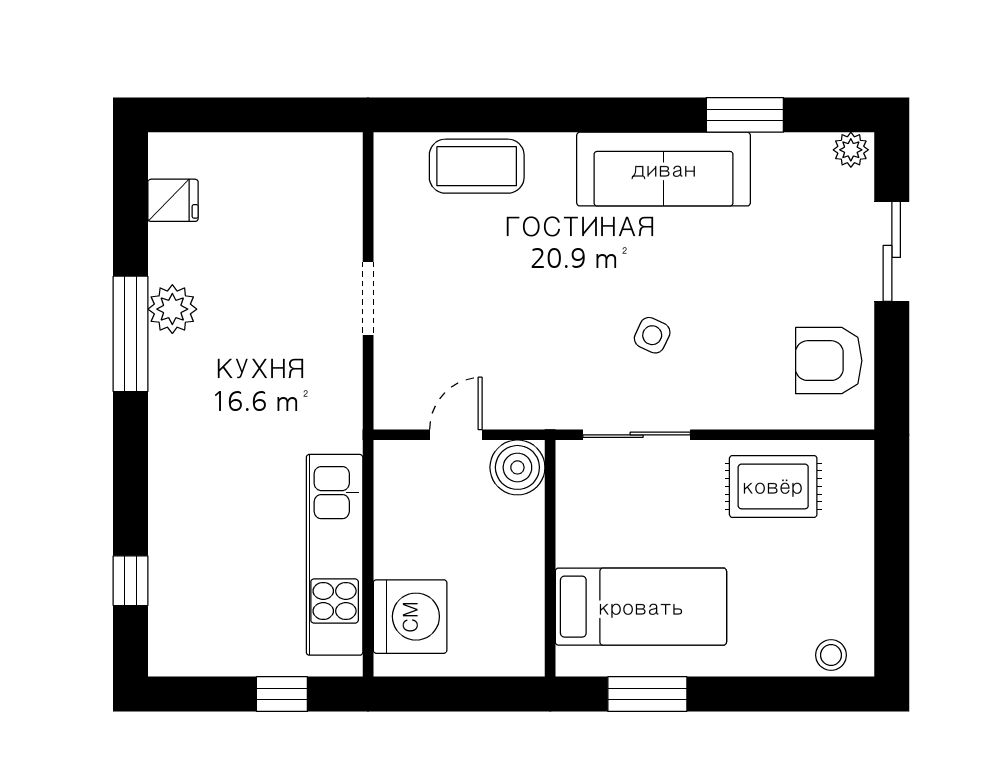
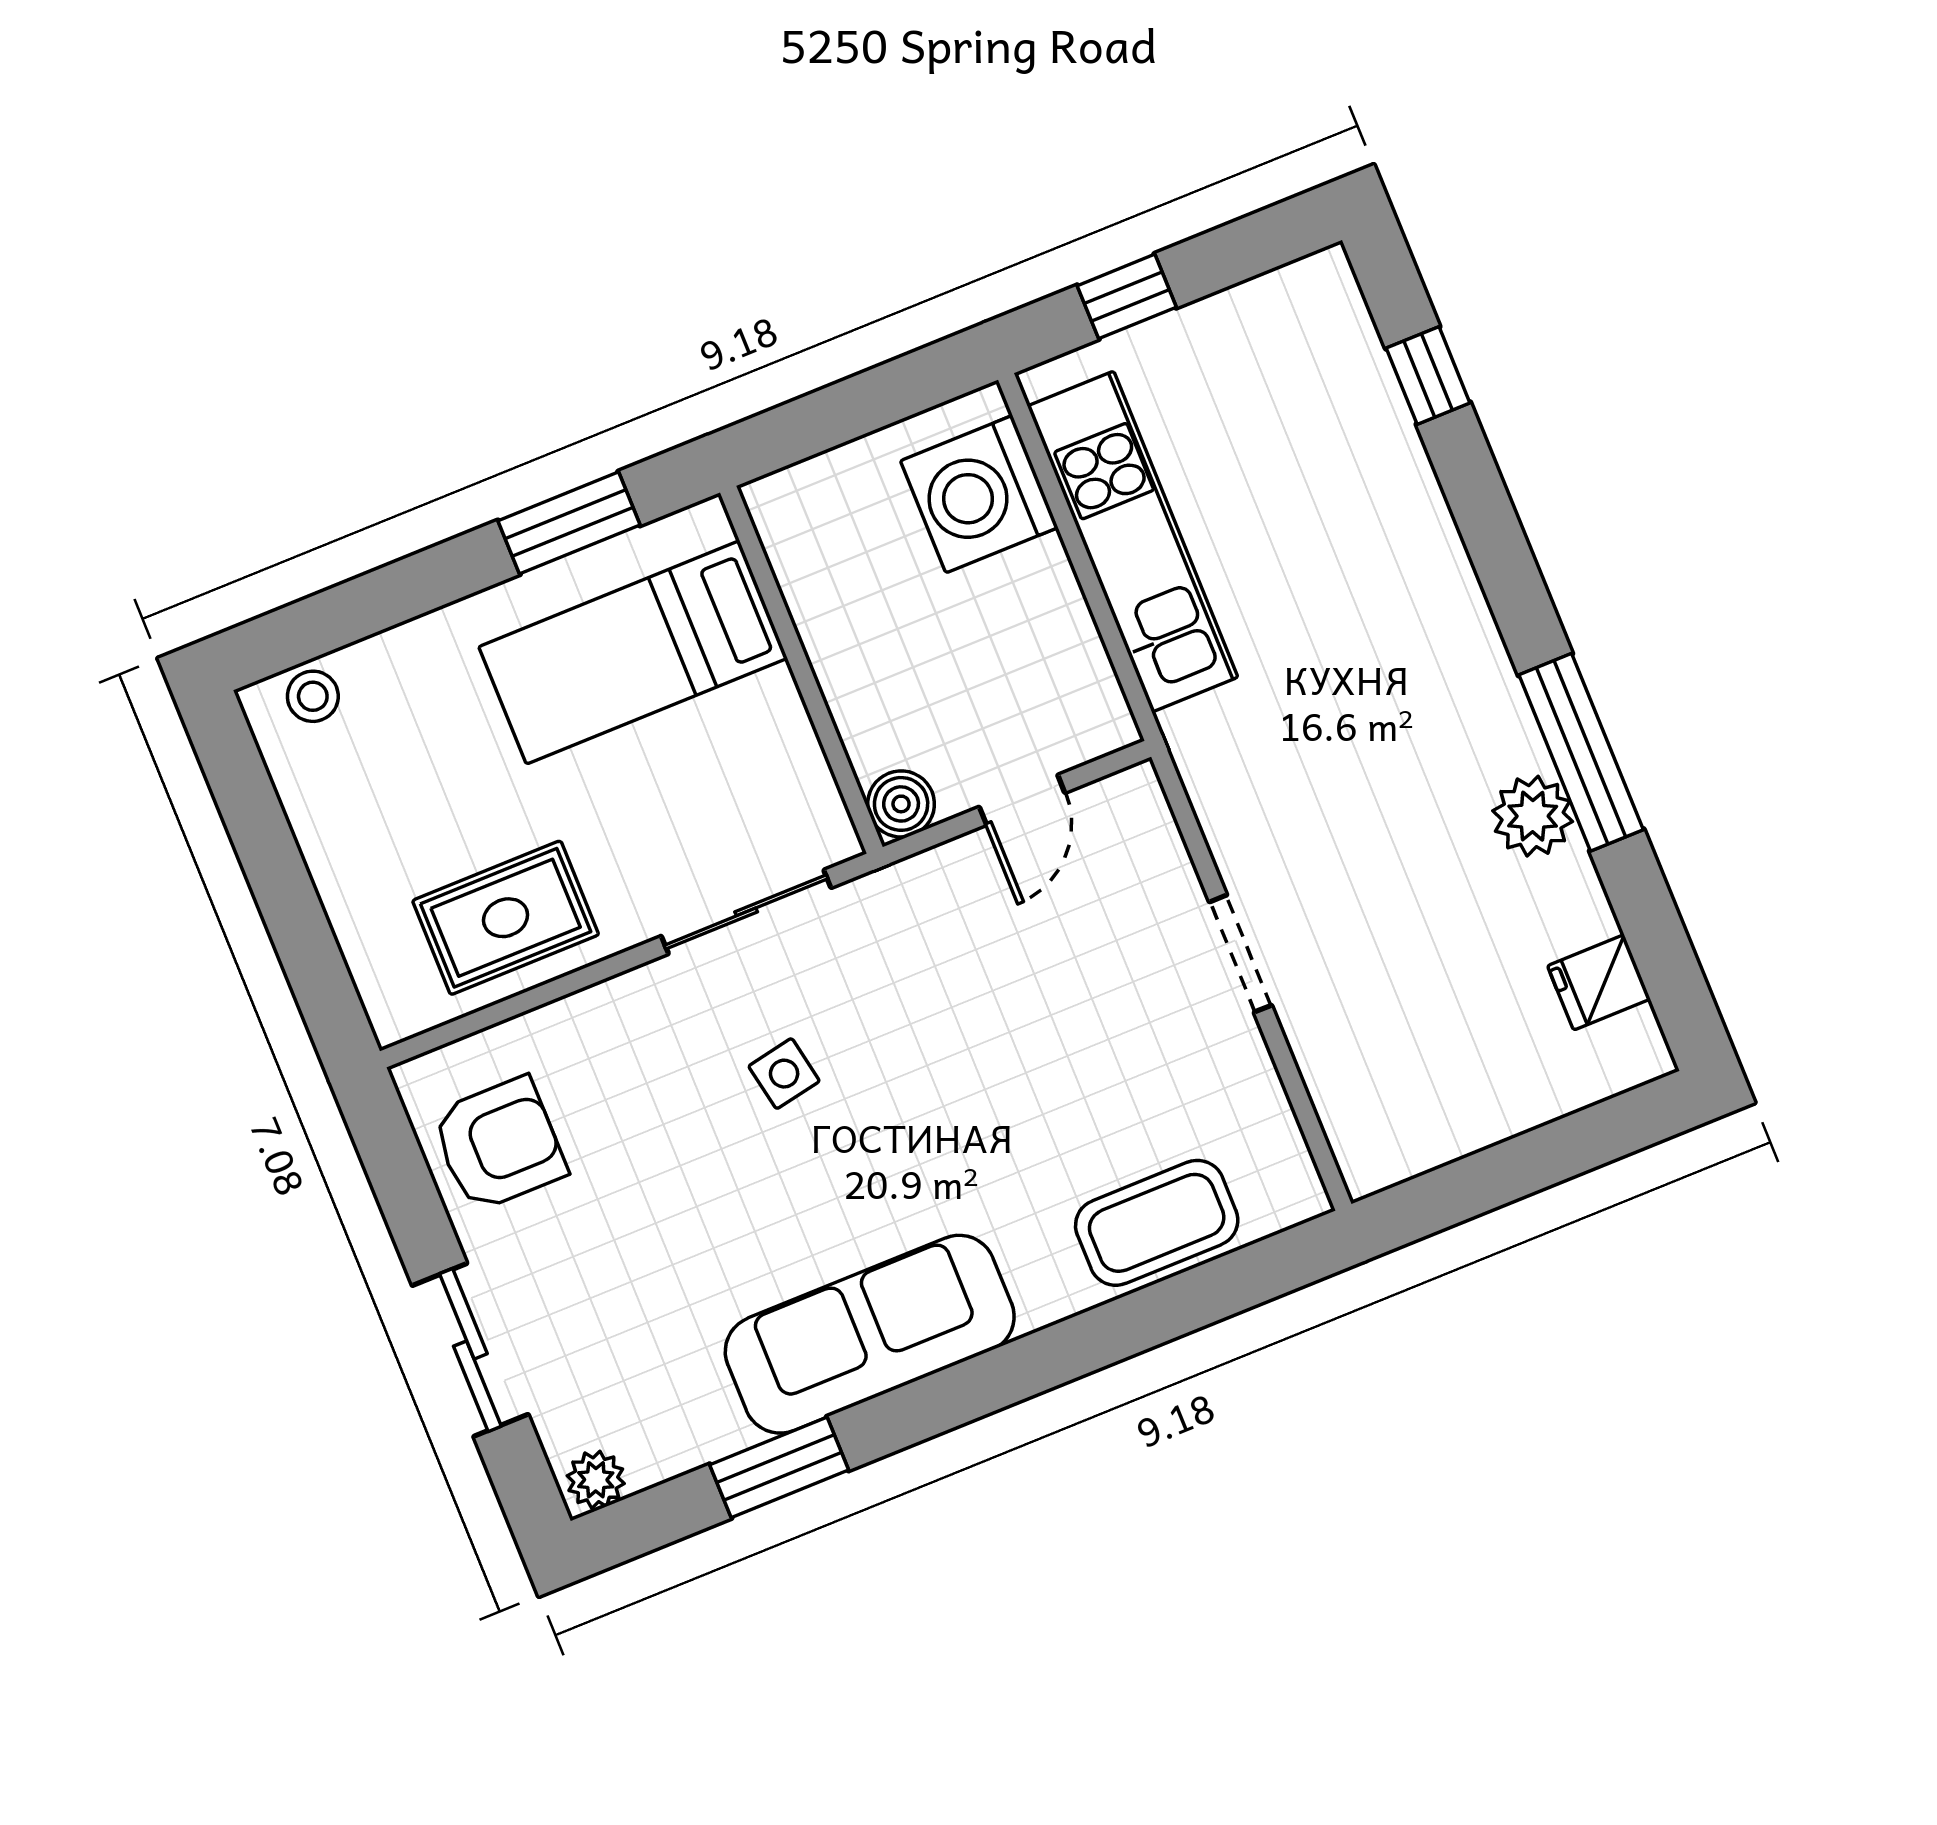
side table: (652, 335) -> (784, 1074), turned -36
boiler: (517, 467) -> (901, 804), width x0.73, depth x0.73

